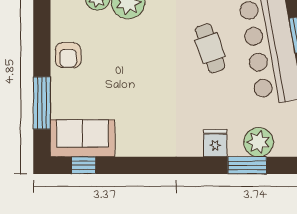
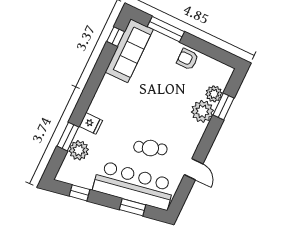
sofa: (82, 138) -> (129, 51), width x1.36

